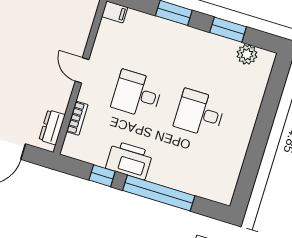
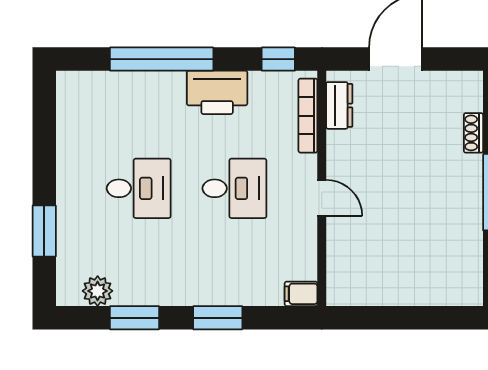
window: (270, 104) -> (44, 231), added
bookcase: (77, 118) -> (308, 116), width x1.56
window: (102, 176) -> (278, 59), moved

